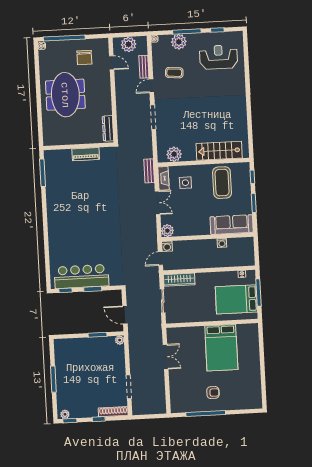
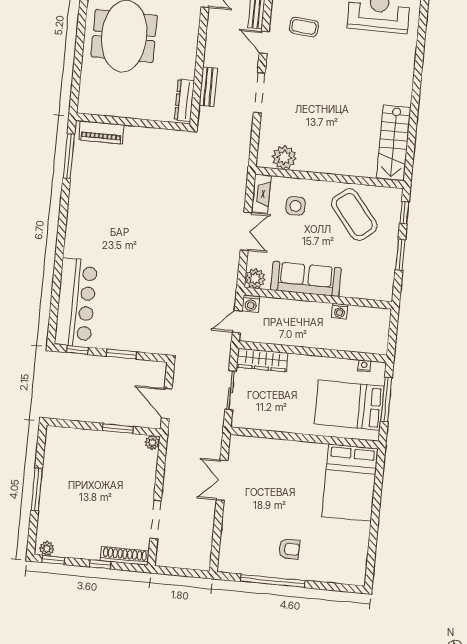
door: (151, 86) -> (264, 42), hinge flipped
stairs: (219, 151) -> (394, 143), moved, turned -90
piano: (86, 154) -> (101, 132), moved
bench: (149, 171) -> (208, 87), moved
coffee table: (222, 183) -> (354, 215), turned -39
sofa: (232, 225) -> (306, 279), moved
bar counter: (81, 276) -> (76, 303), moved, turned 90
bed: (221, 348) -> (350, 483), moved
double door: (166, 357) -> (222, 480), swing flipped

